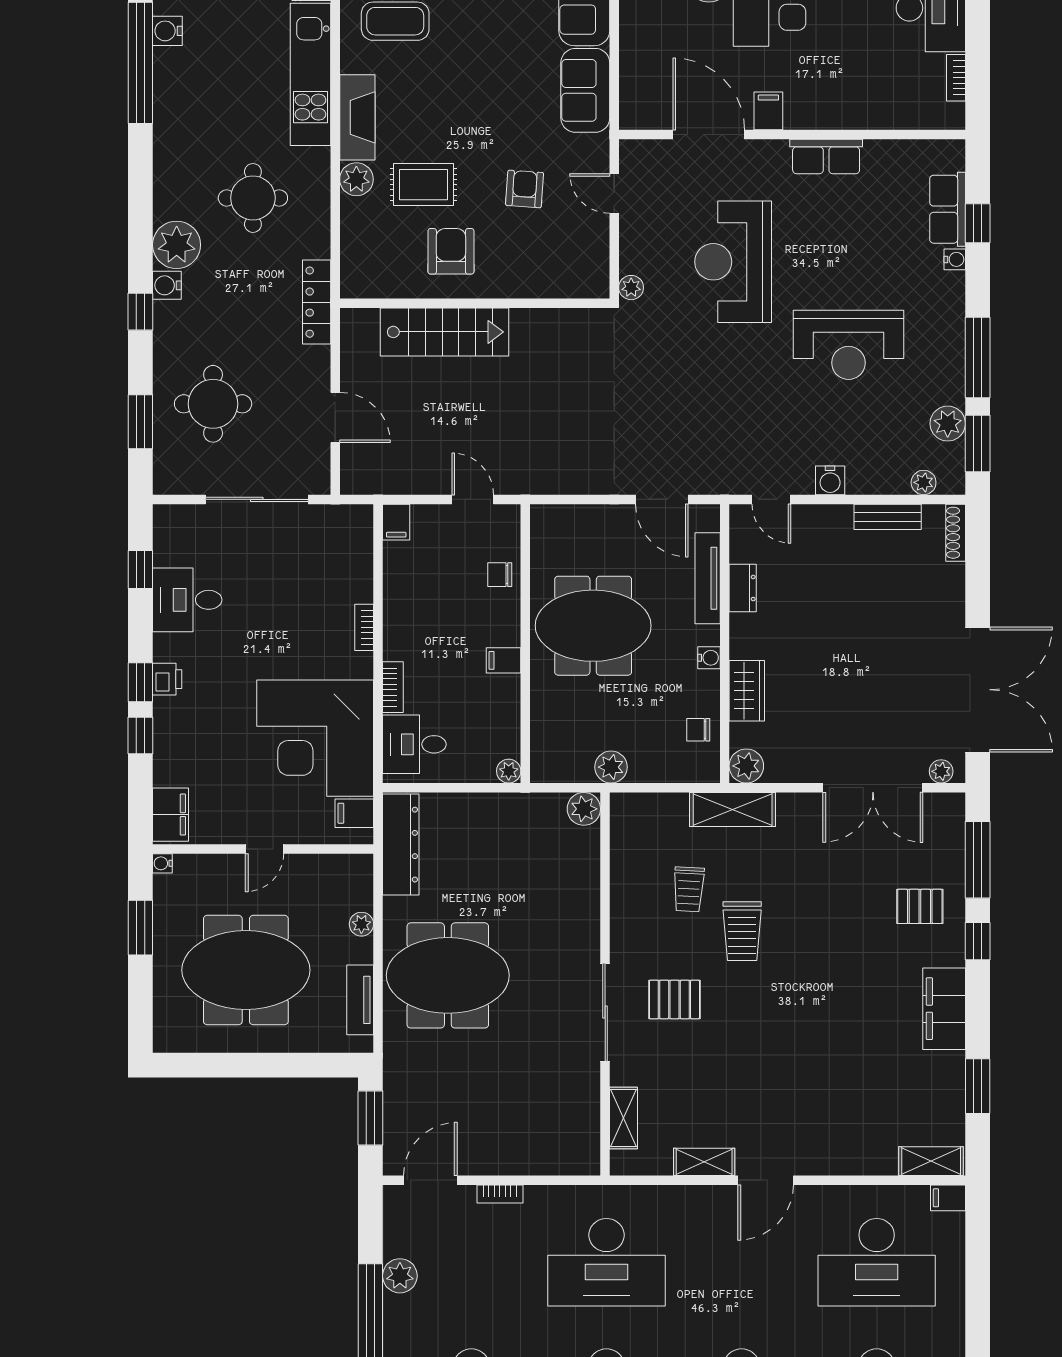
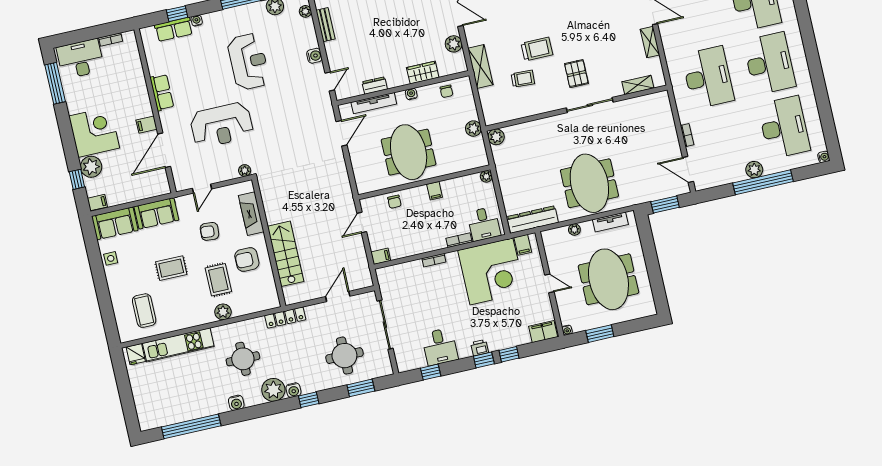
water cooler: (167, 31) -> (236, 403), moved
rug: (468, 95) -> (171, 268), added
fireplace: (357, 117) -> (251, 214), moved, turned -90
plant: (746, 766) -> (454, 44), moved
plant: (400, 1276) -> (754, 170), moved

